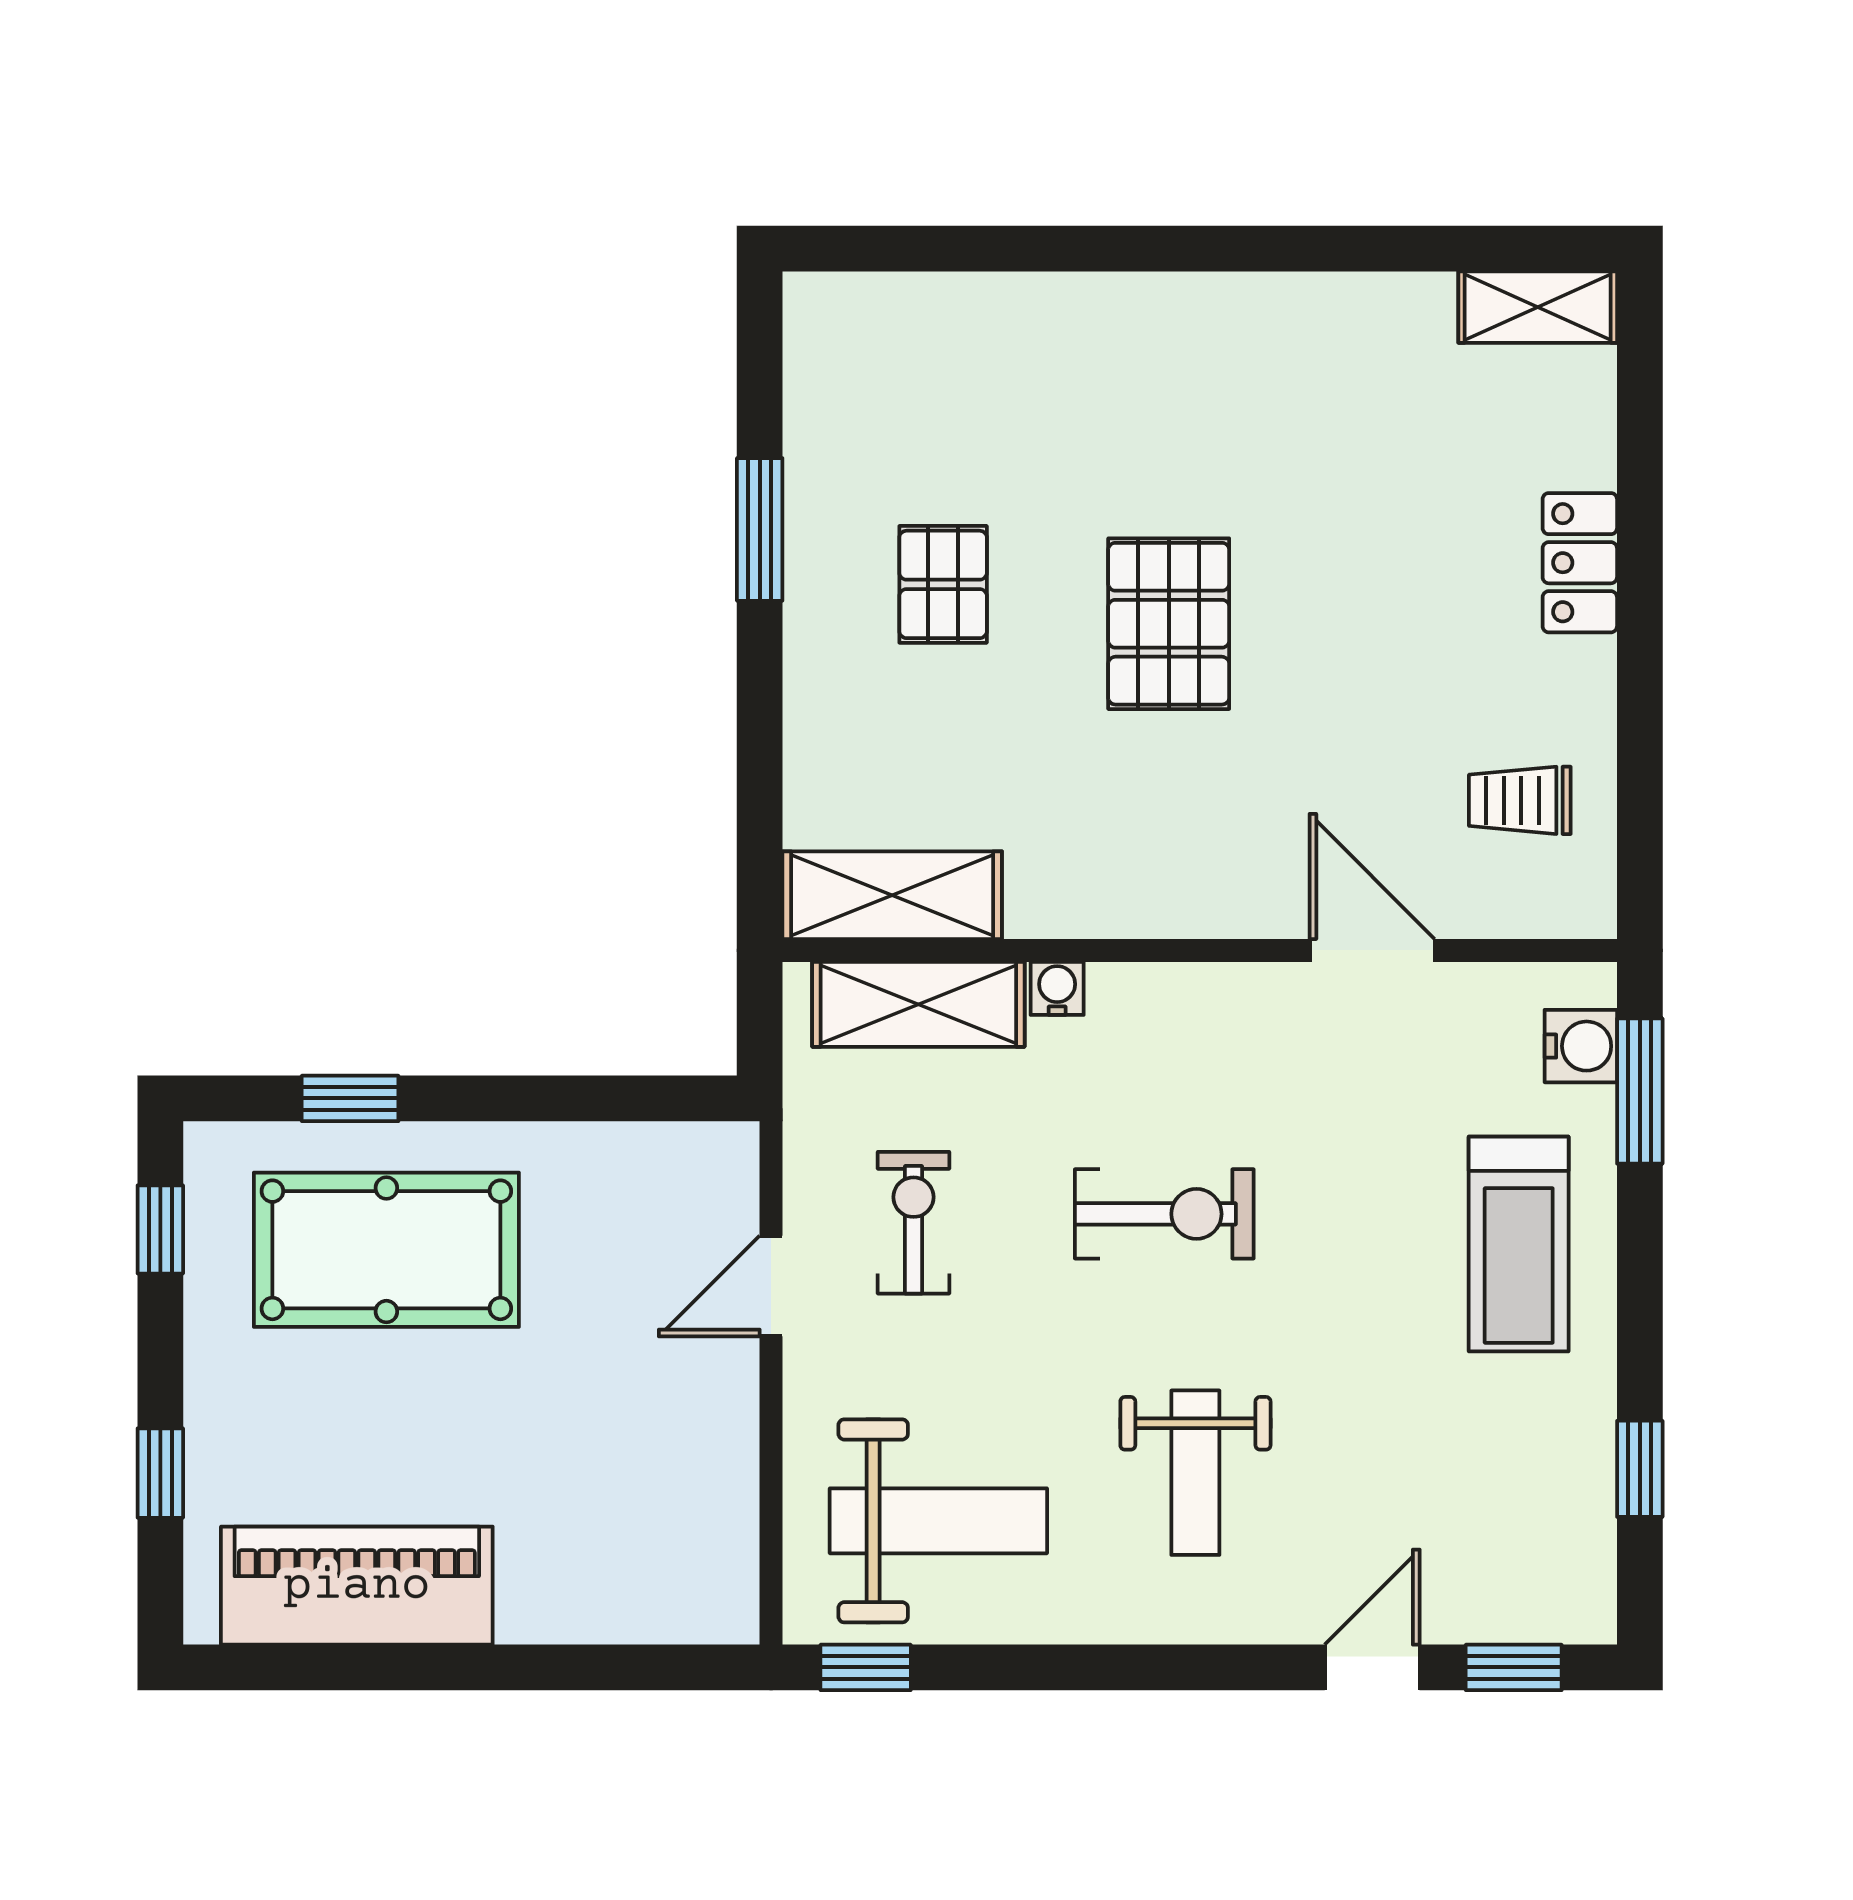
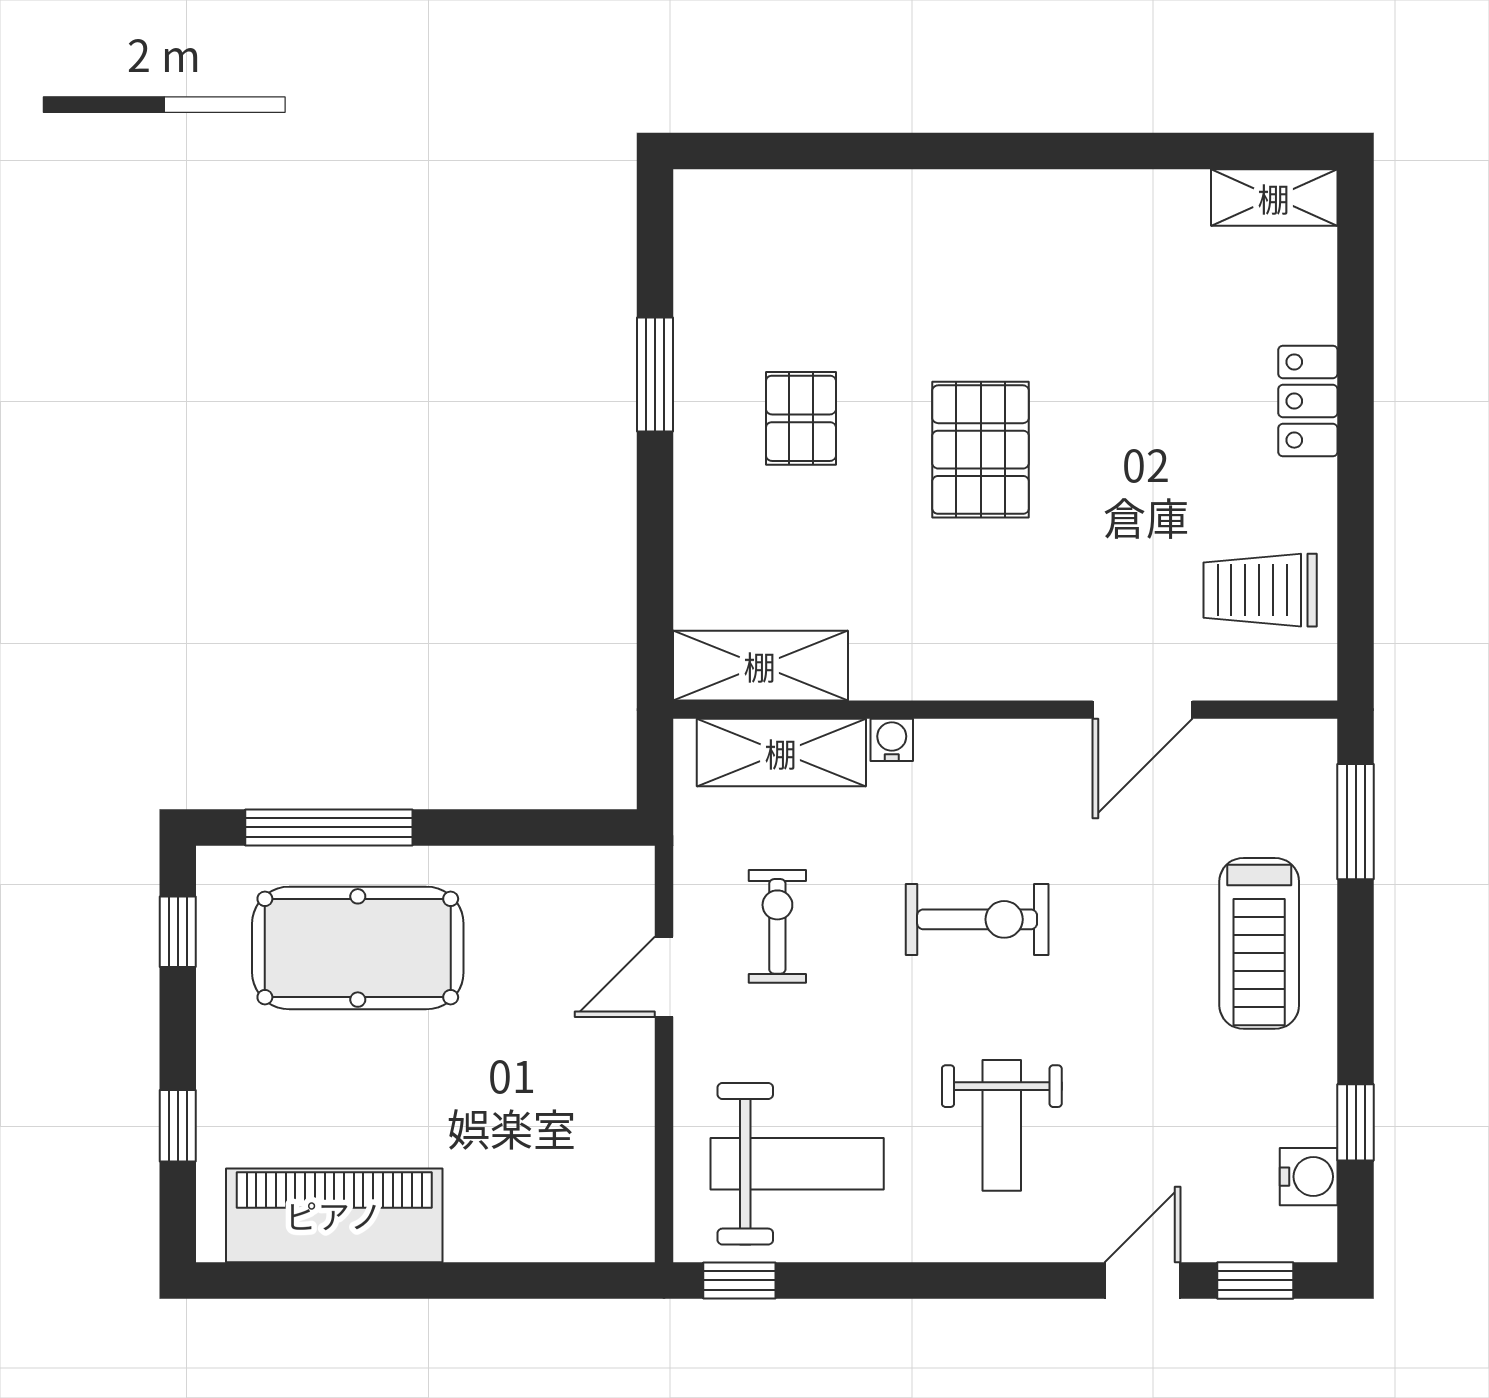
trolley: (1520, 800) -> (1260, 590), width x1.36, depth x1.39
door: (1372, 950) -> (1143, 710), swing flipped
water cooler: (1581, 1046) -> (1309, 1177), moved
window: (350, 1098) -> (329, 827), width x2.17

